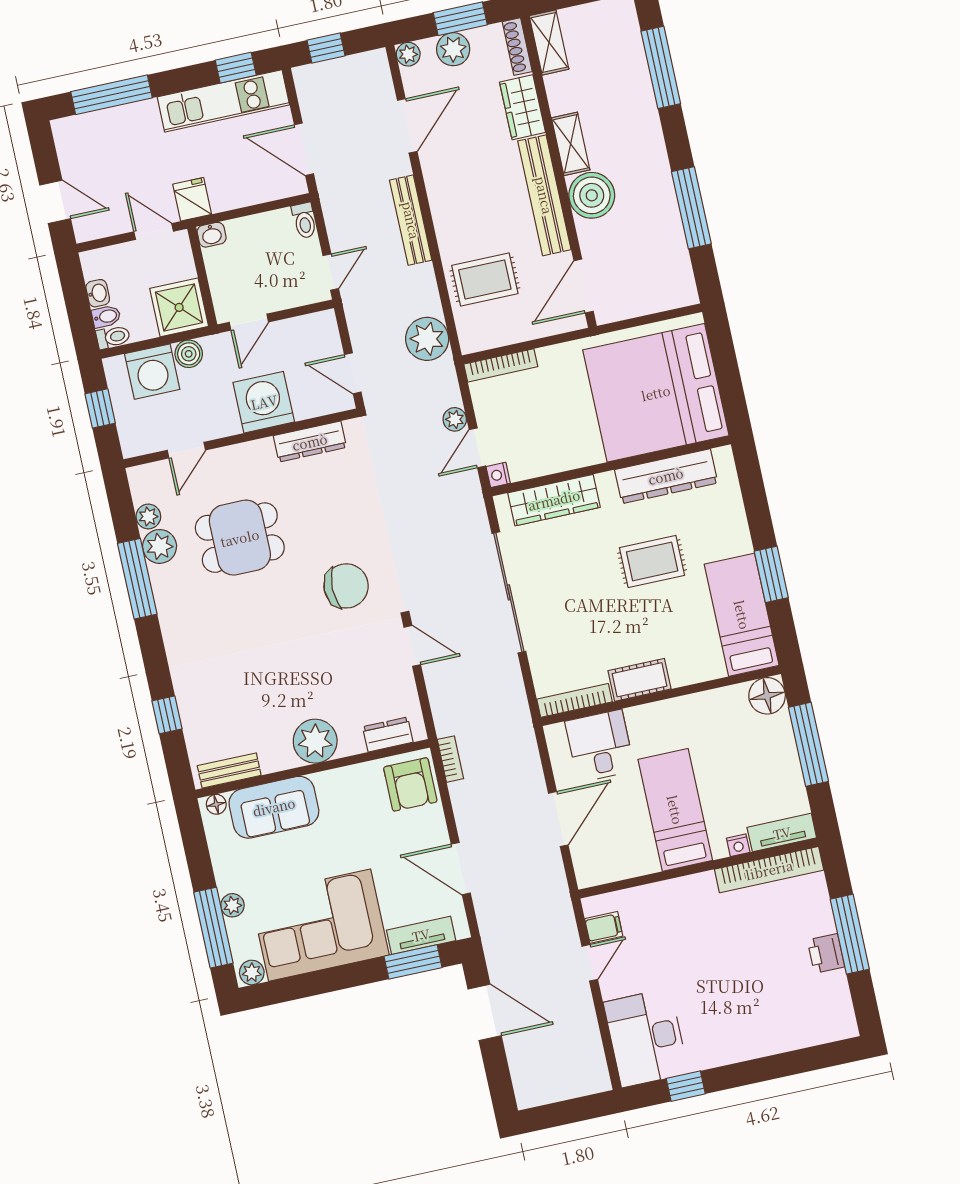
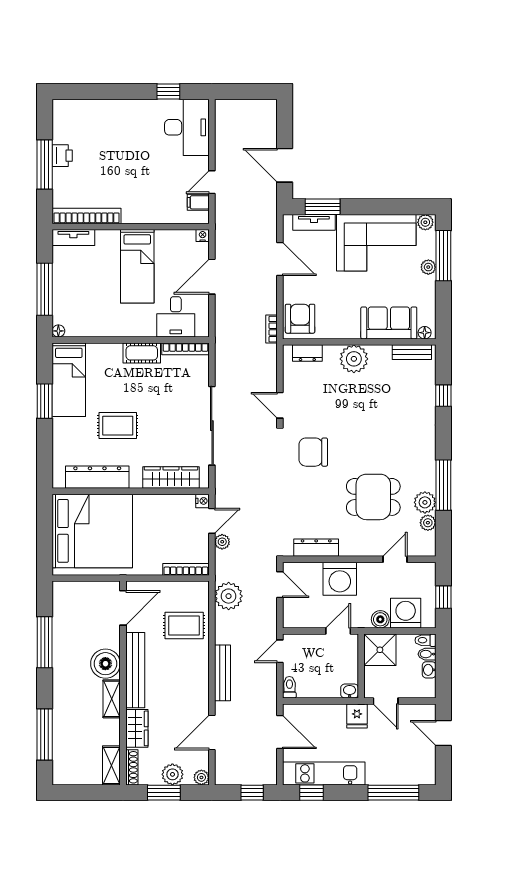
floor lamp: (767, 696) -> (58, 331), width x0.53, depth x0.53
nightstand: (738, 845) -> (203, 236), moved

